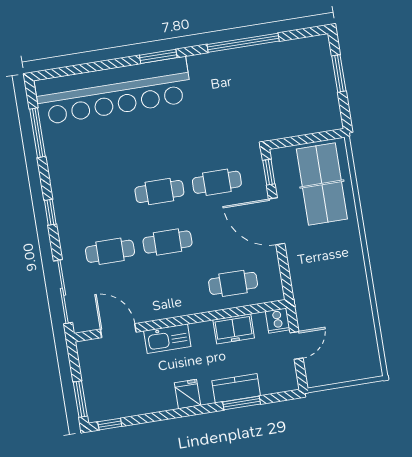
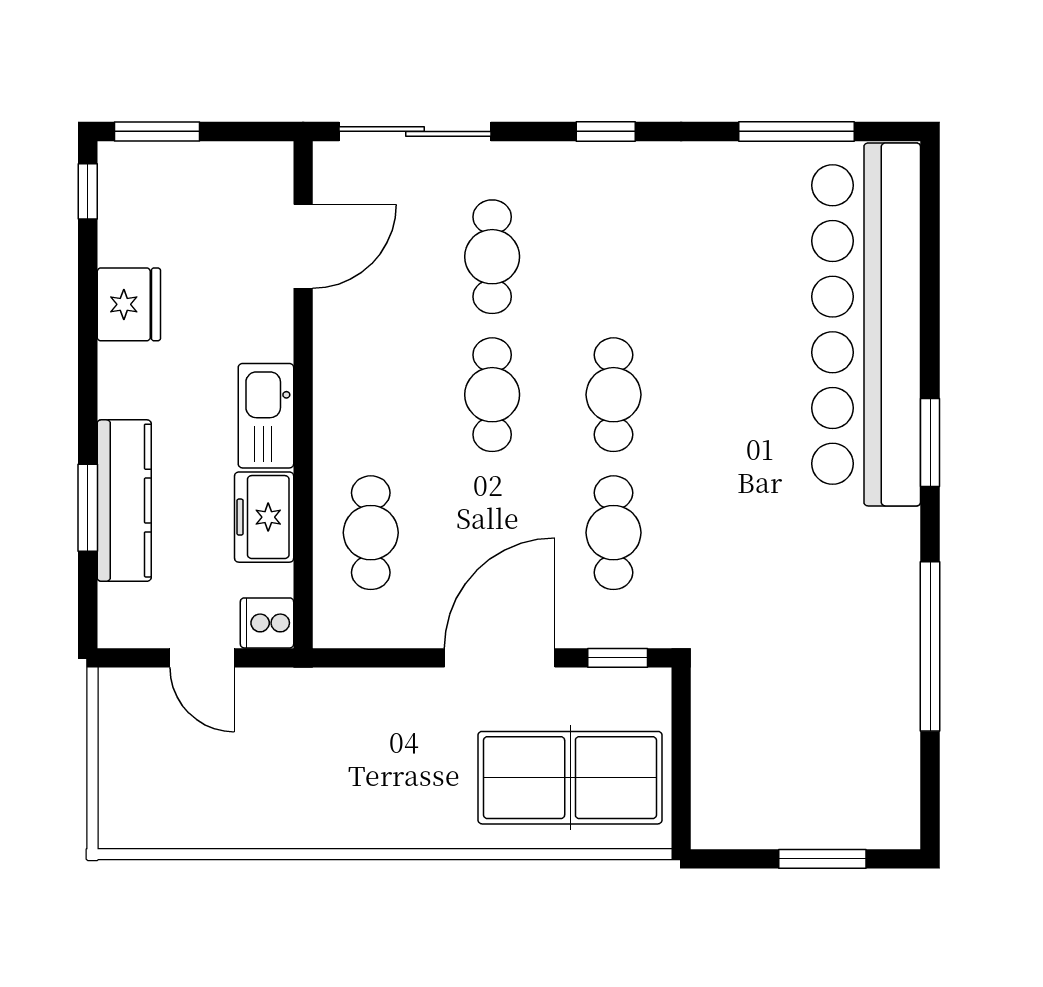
kitchen sink: (167, 339) -> (266, 416), moved
kitchen counter: (236, 388) -> (124, 501), width x1.50
fridge: (187, 394) -> (129, 304), moved, width x1.38

